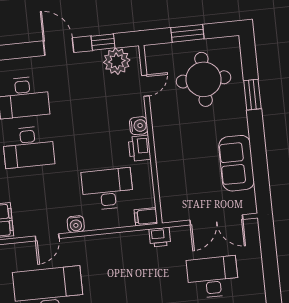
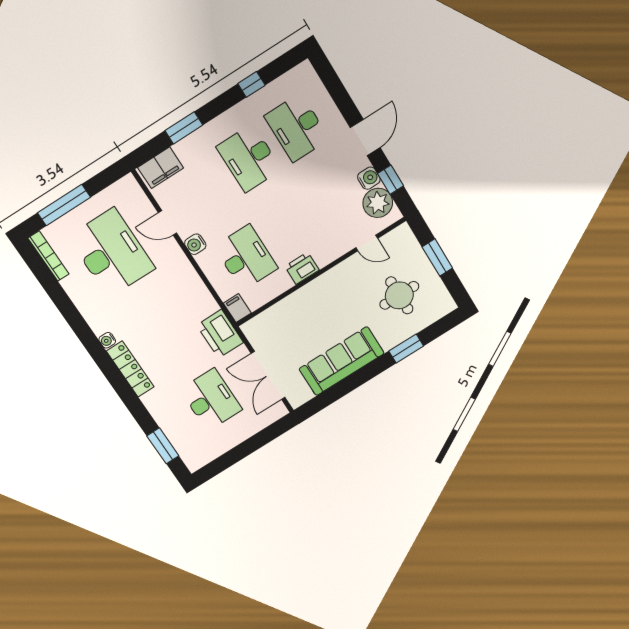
round table: (204, 79) -> (399, 295), width x0.73, depth x0.73
water cooler: (139, 126) -> (369, 178), moved, turned -90
sofa: (237, 163) -> (342, 361), width x1.36
printer: (160, 237) -> (220, 334), width x1.87, depth x1.48

